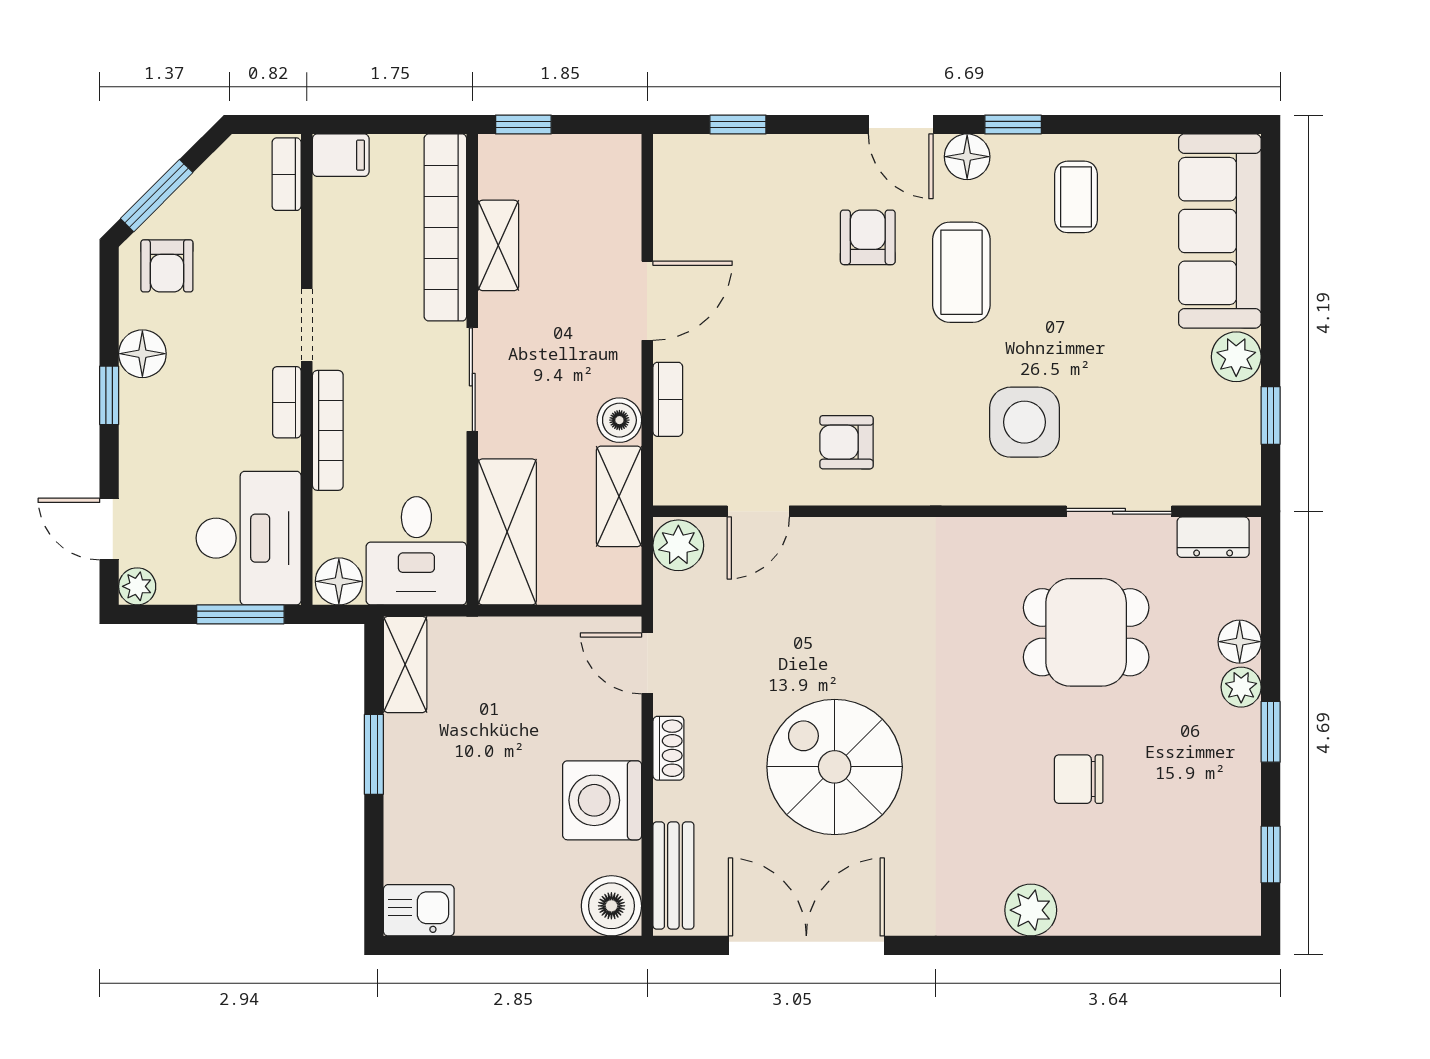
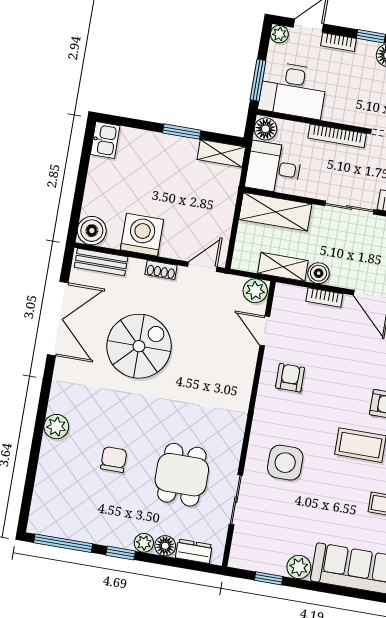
bookcase: (287, 402) -> (339, 42), moved, turned 180
dresser: (1213, 537) -> (194, 551), moved, turned 90
window: (1271, 855) -> (63, 543), width x2.17

